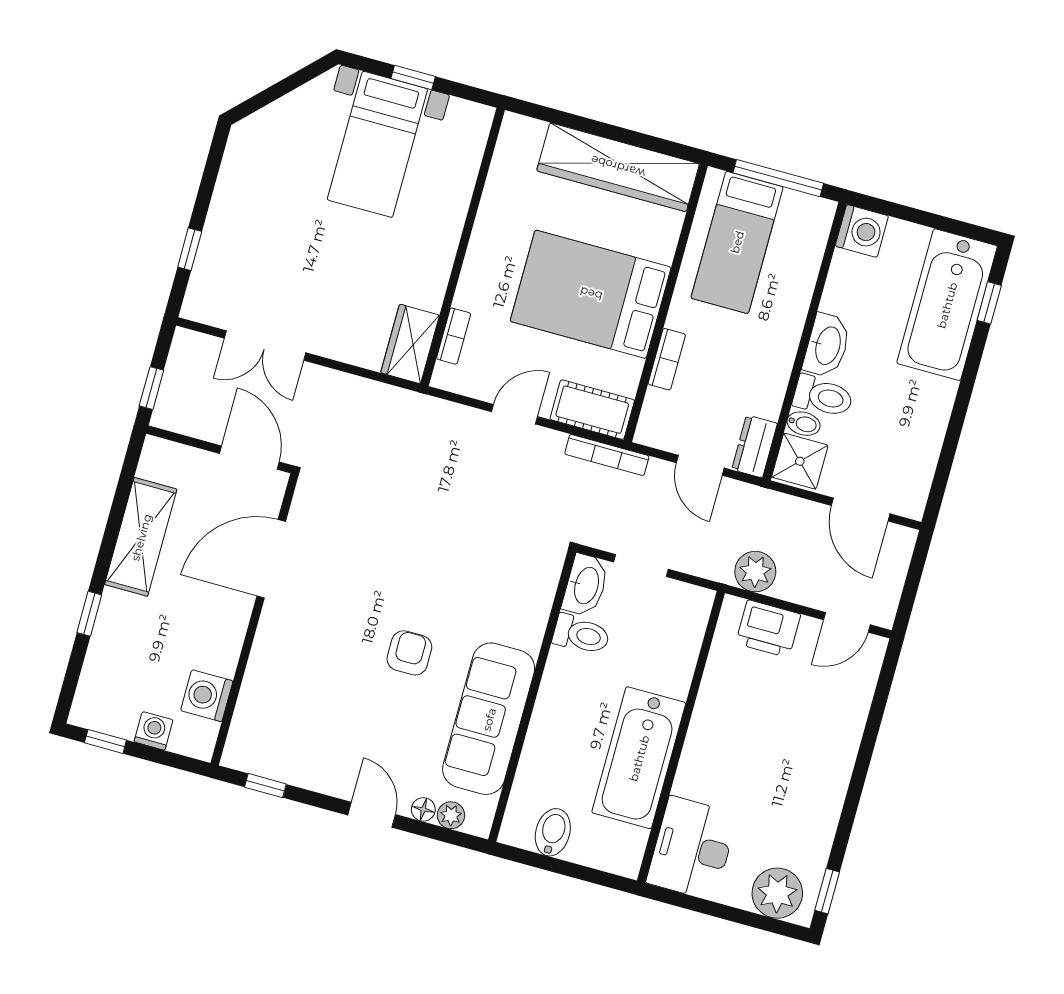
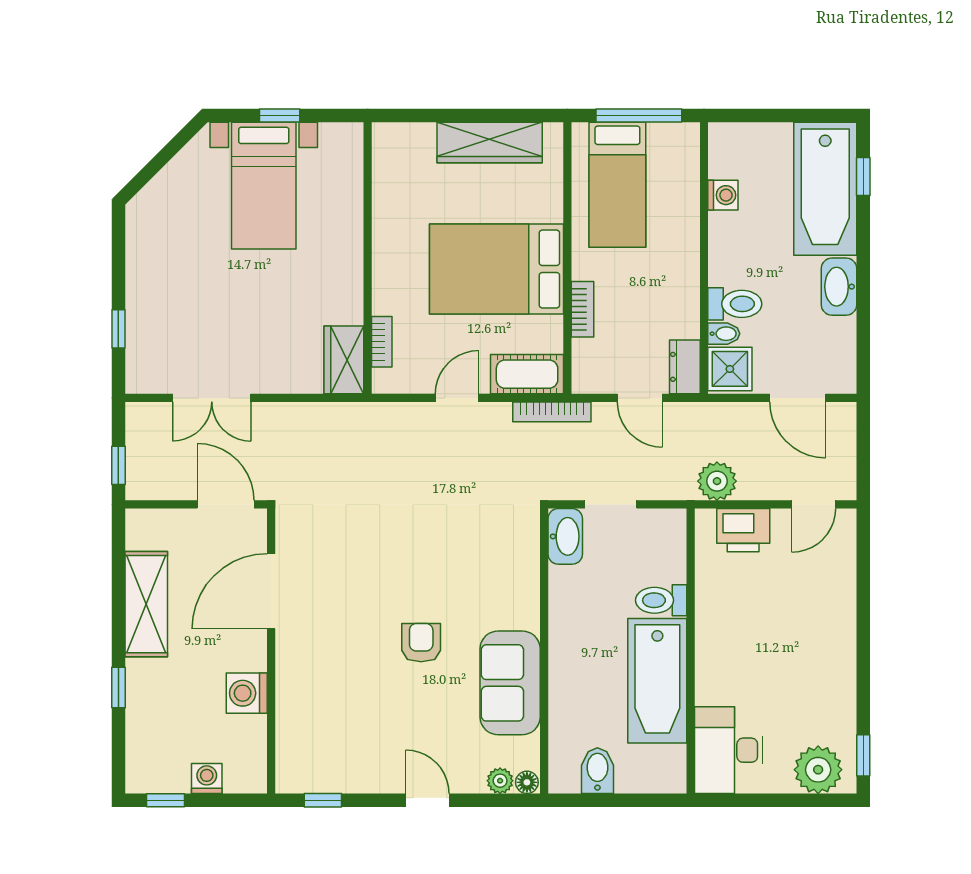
wardrobe: (618, 167) -> (490, 142), width x0.71, depth x0.85
washing machine: (862, 231) -> (723, 195), moved, width x0.73, depth x0.73
washbasin: (827, 345) -> (839, 287), moved, turned 180
toilet: (581, 634) -> (661, 600), moved, turned 180
washing machine: (207, 696) -> (247, 693), moved
sofa: (489, 719) -> (510, 683), width x0.73
floor lamp: (423, 809) -> (527, 782), moved

